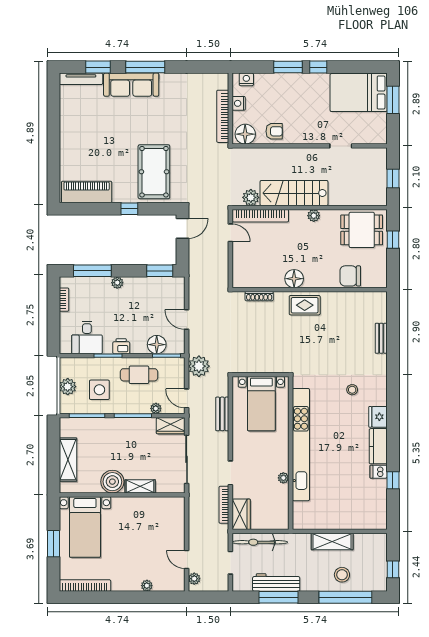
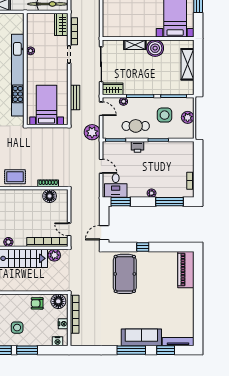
side table: (302, 98) -> (17, 328), added
piano: (87, 192) -> (186, 270), moved, turned 90
floor lamp: (294, 279) -> (50, 196), moved
desk: (87, 337) -> (116, 185), moved, turned 180
floor lamp: (157, 345) -> (123, 148), removed
printer: (121, 346) -> (138, 147), moved

